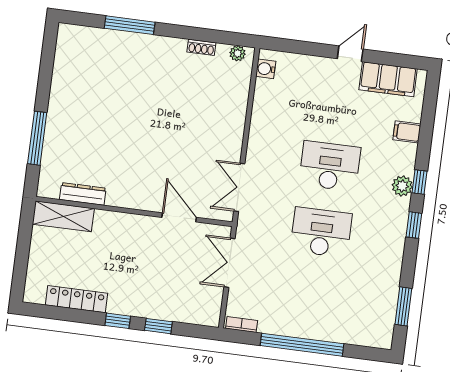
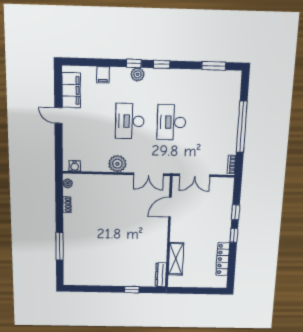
window: (37, 138) -> (132, 289), width x0.46
plant: (262, 138) -> (117, 164), added
dresser: (83, 194) -> (161, 275), moved
shelving: (63, 216) -> (176, 259), moved

